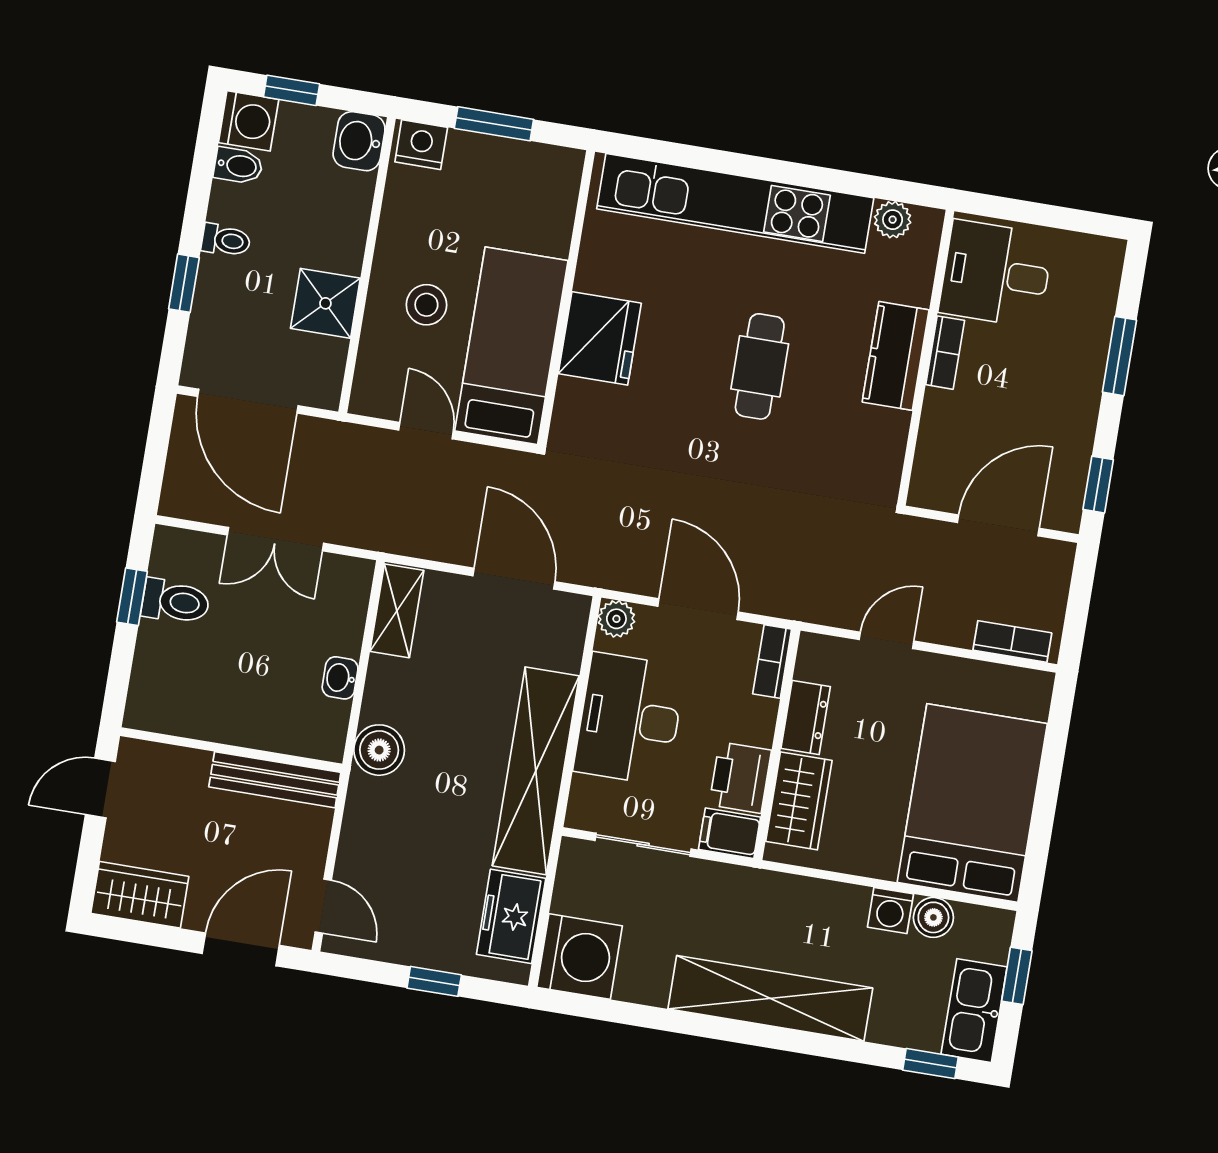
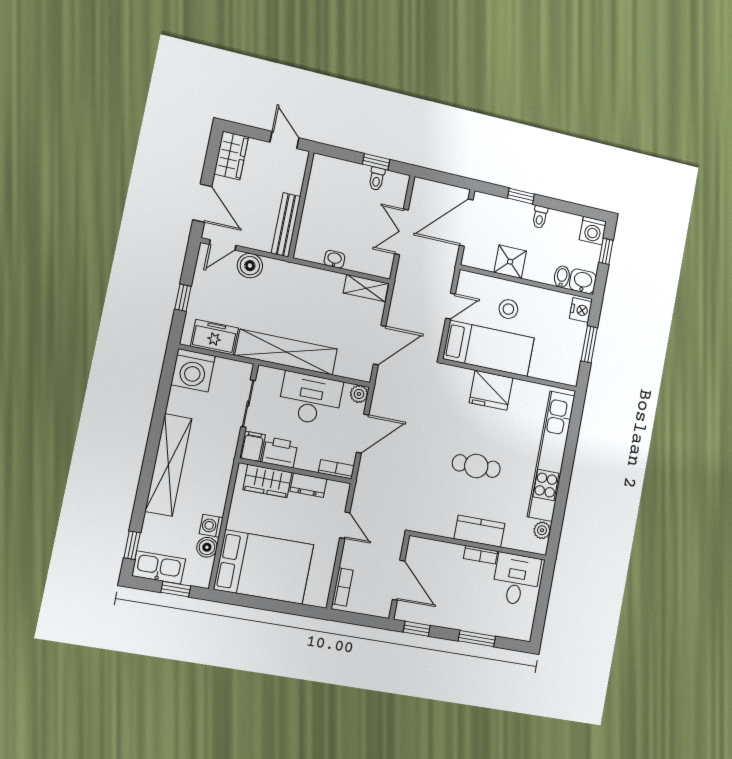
bidet: (238, 166) -> (562, 277), moved, turned 180
toilet: (176, 602) -> (377, 179), width x0.73, depth x0.72
boiler: (379, 750) -> (250, 266), moved

